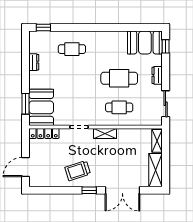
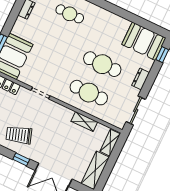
cafe table: (119, 107) -> (89, 93), width x1.37, depth x1.35
shelving: (105, 133) -> (84, 122), moved

